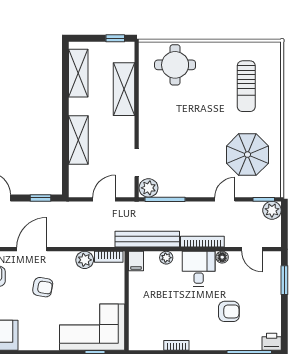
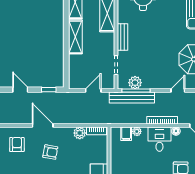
bench: (146, 123) -> (123, 37), added
shelving: (78, 140) -> (75, 37), moved
plant: (148, 188) -> (135, 83), moved
bench: (147, 239) -> (132, 98), moved
door: (32, 249) -> (43, 125), hinge flipped
filing cabinet: (136, 261) -> (126, 134), moved

